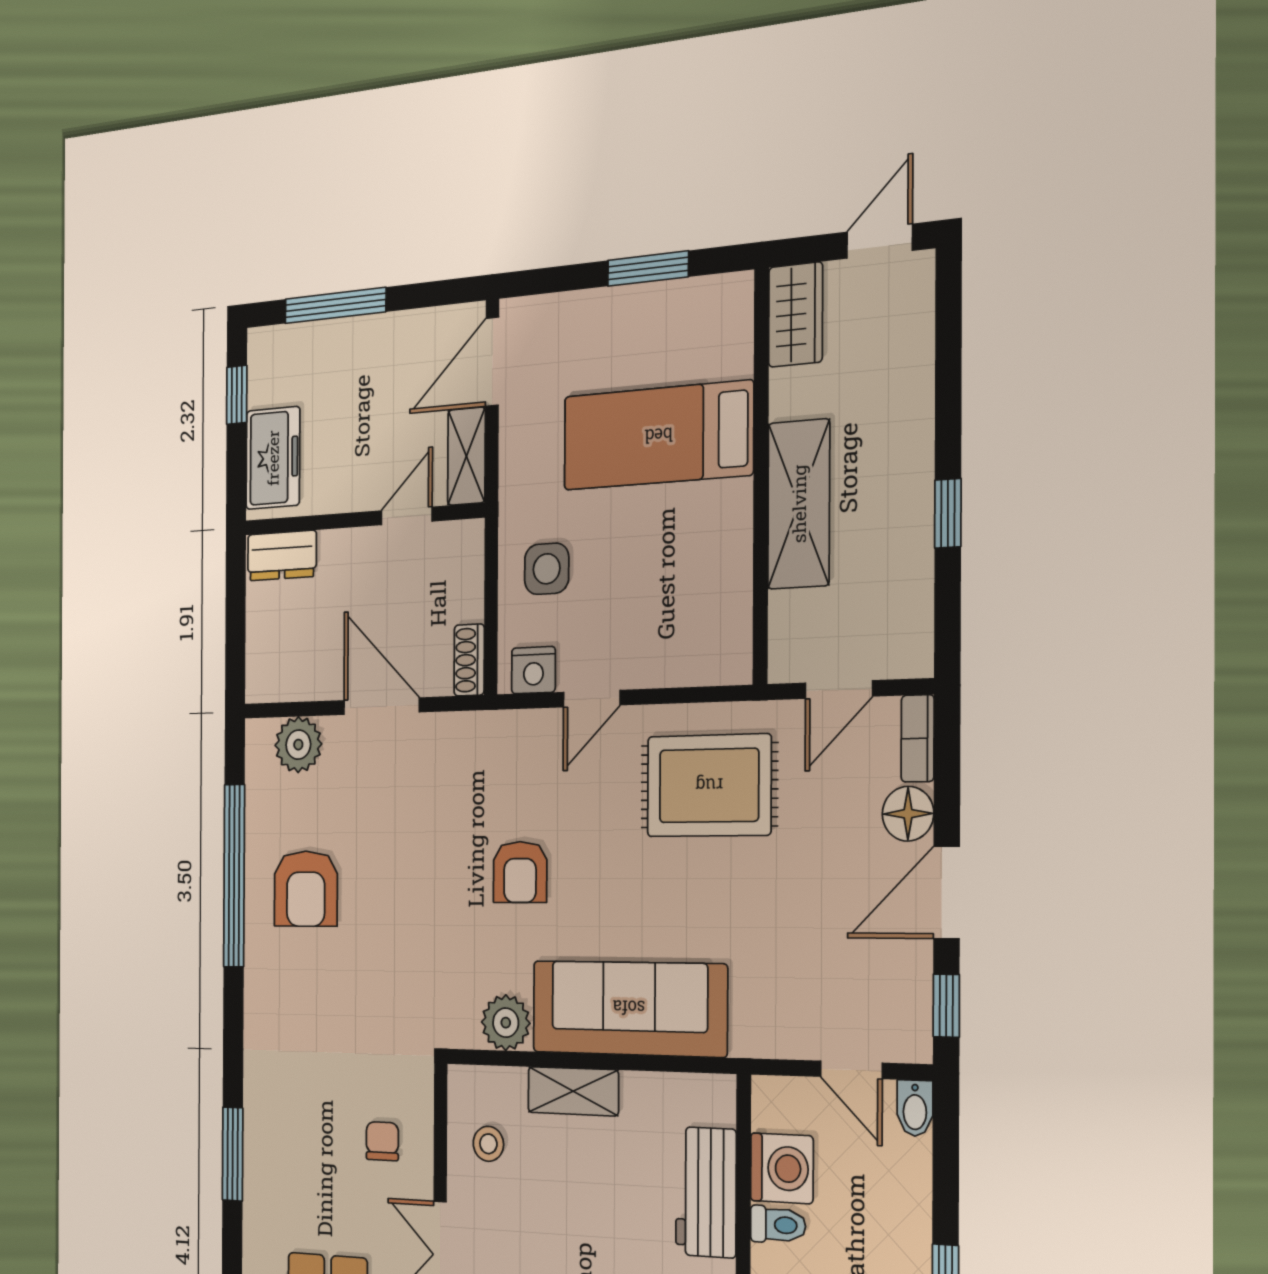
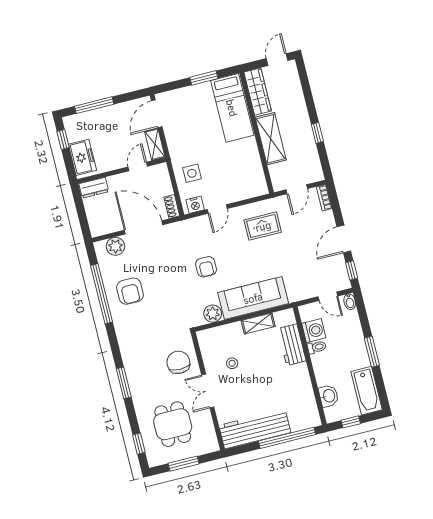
wardrobe: (795, 315) -> (258, 92), width x1.50
bed: (658, 436) -> (232, 108), moved, turned -90
door: (381, 706) -> (144, 227), width x1.36
rug: (709, 786) -> (263, 226), width x0.73, depth x0.70
floor lamp: (908, 814) -> (327, 220), removed
shelving: (573, 1091) -> (258, 323), moved
chair: (382, 1141) -> (178, 362), width x1.87, depth x1.87
stool: (488, 1144) -> (232, 363), moved

